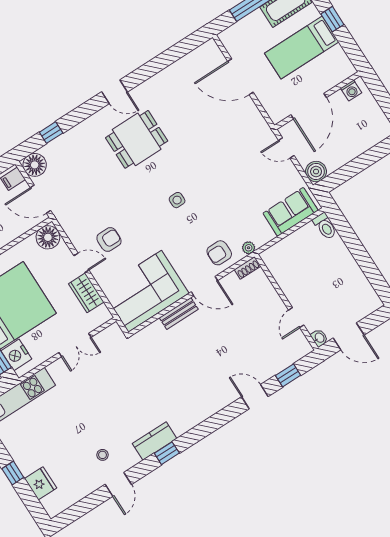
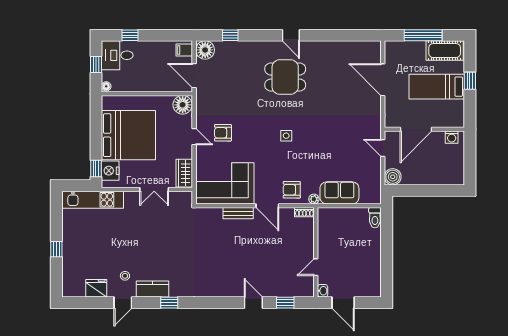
sofa: (291, 212) -> (339, 193), moved
armchair: (109, 240) -> (223, 133), turned 180
wardrobe: (86, 293) -> (184, 173), moved
kitchen counter: (155, 441) -> (153, 289), moved
fridge: (41, 483) -> (96, 288), moved, turned -90

